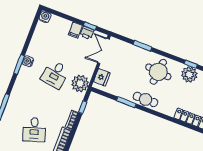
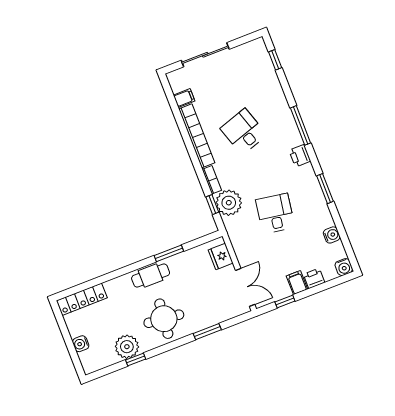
printer: (87, 33) -> (314, 278), moved
water cooler: (28, 61) -> (332, 235), moved
plant: (80, 84) -> (229, 203), moved
printer: (17, 92) -> (300, 156), added

